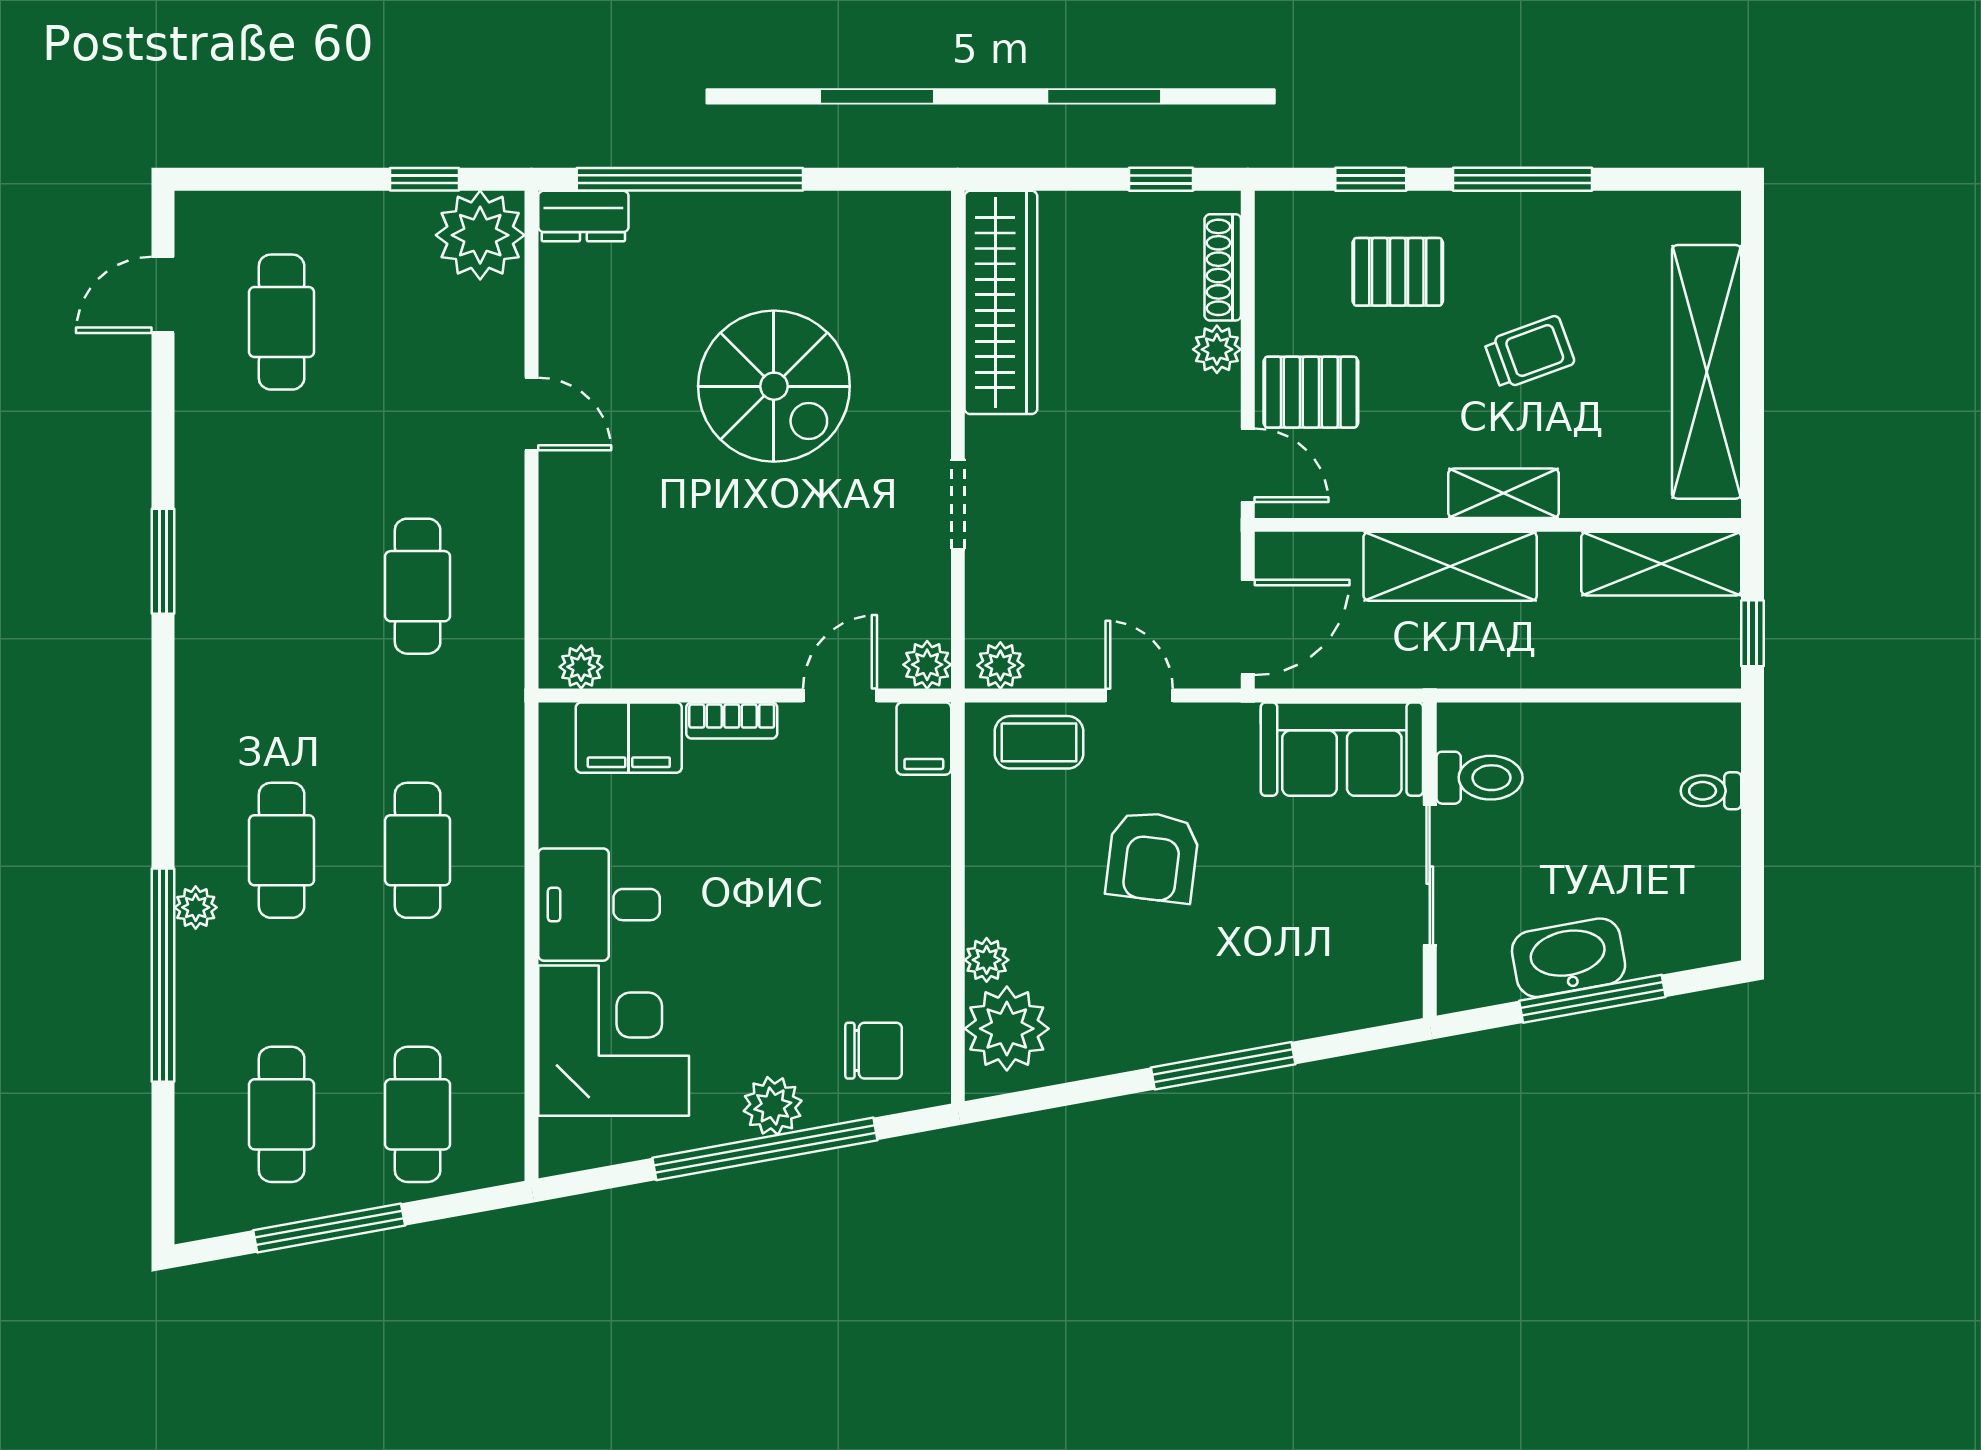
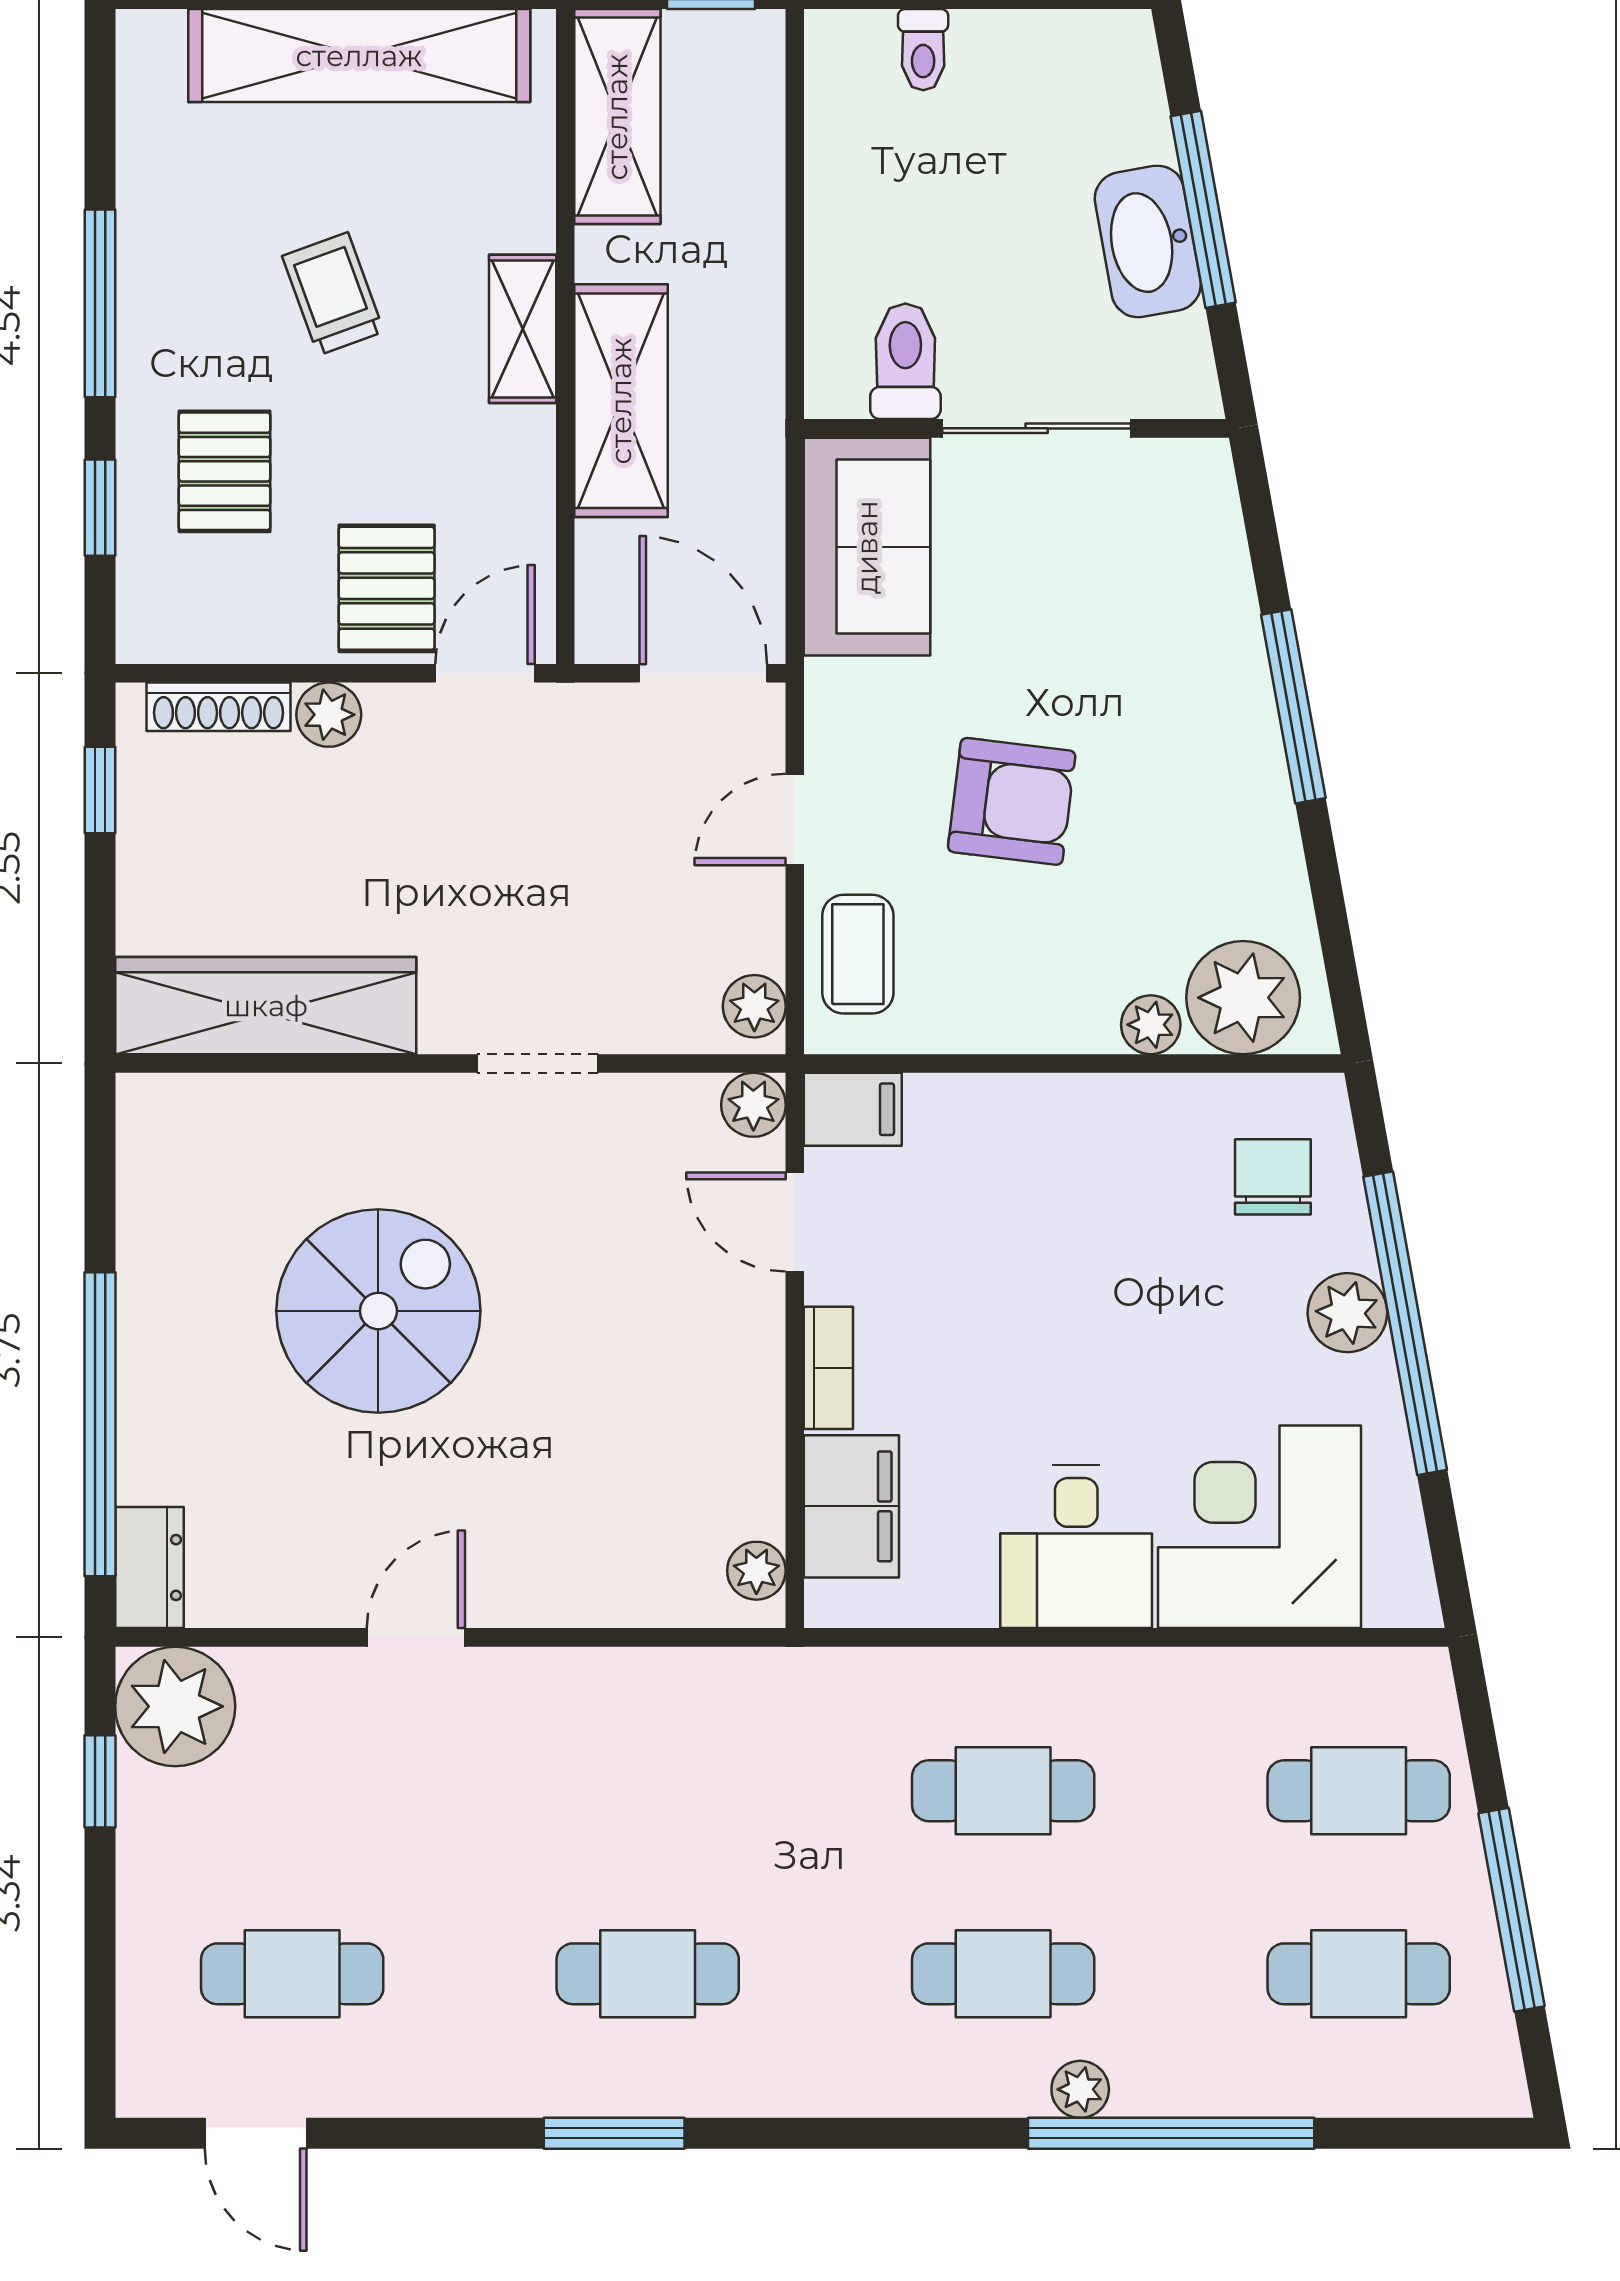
cafe table: (418, 586) -> (648, 1974), moved

